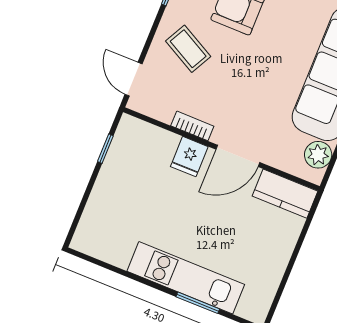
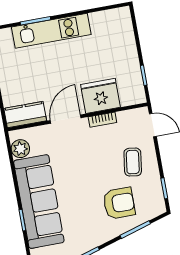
coffee table: (188, 49) -> (133, 162), turned 70
fridge: (189, 157) -> (100, 96), width x1.88, depth x1.34

